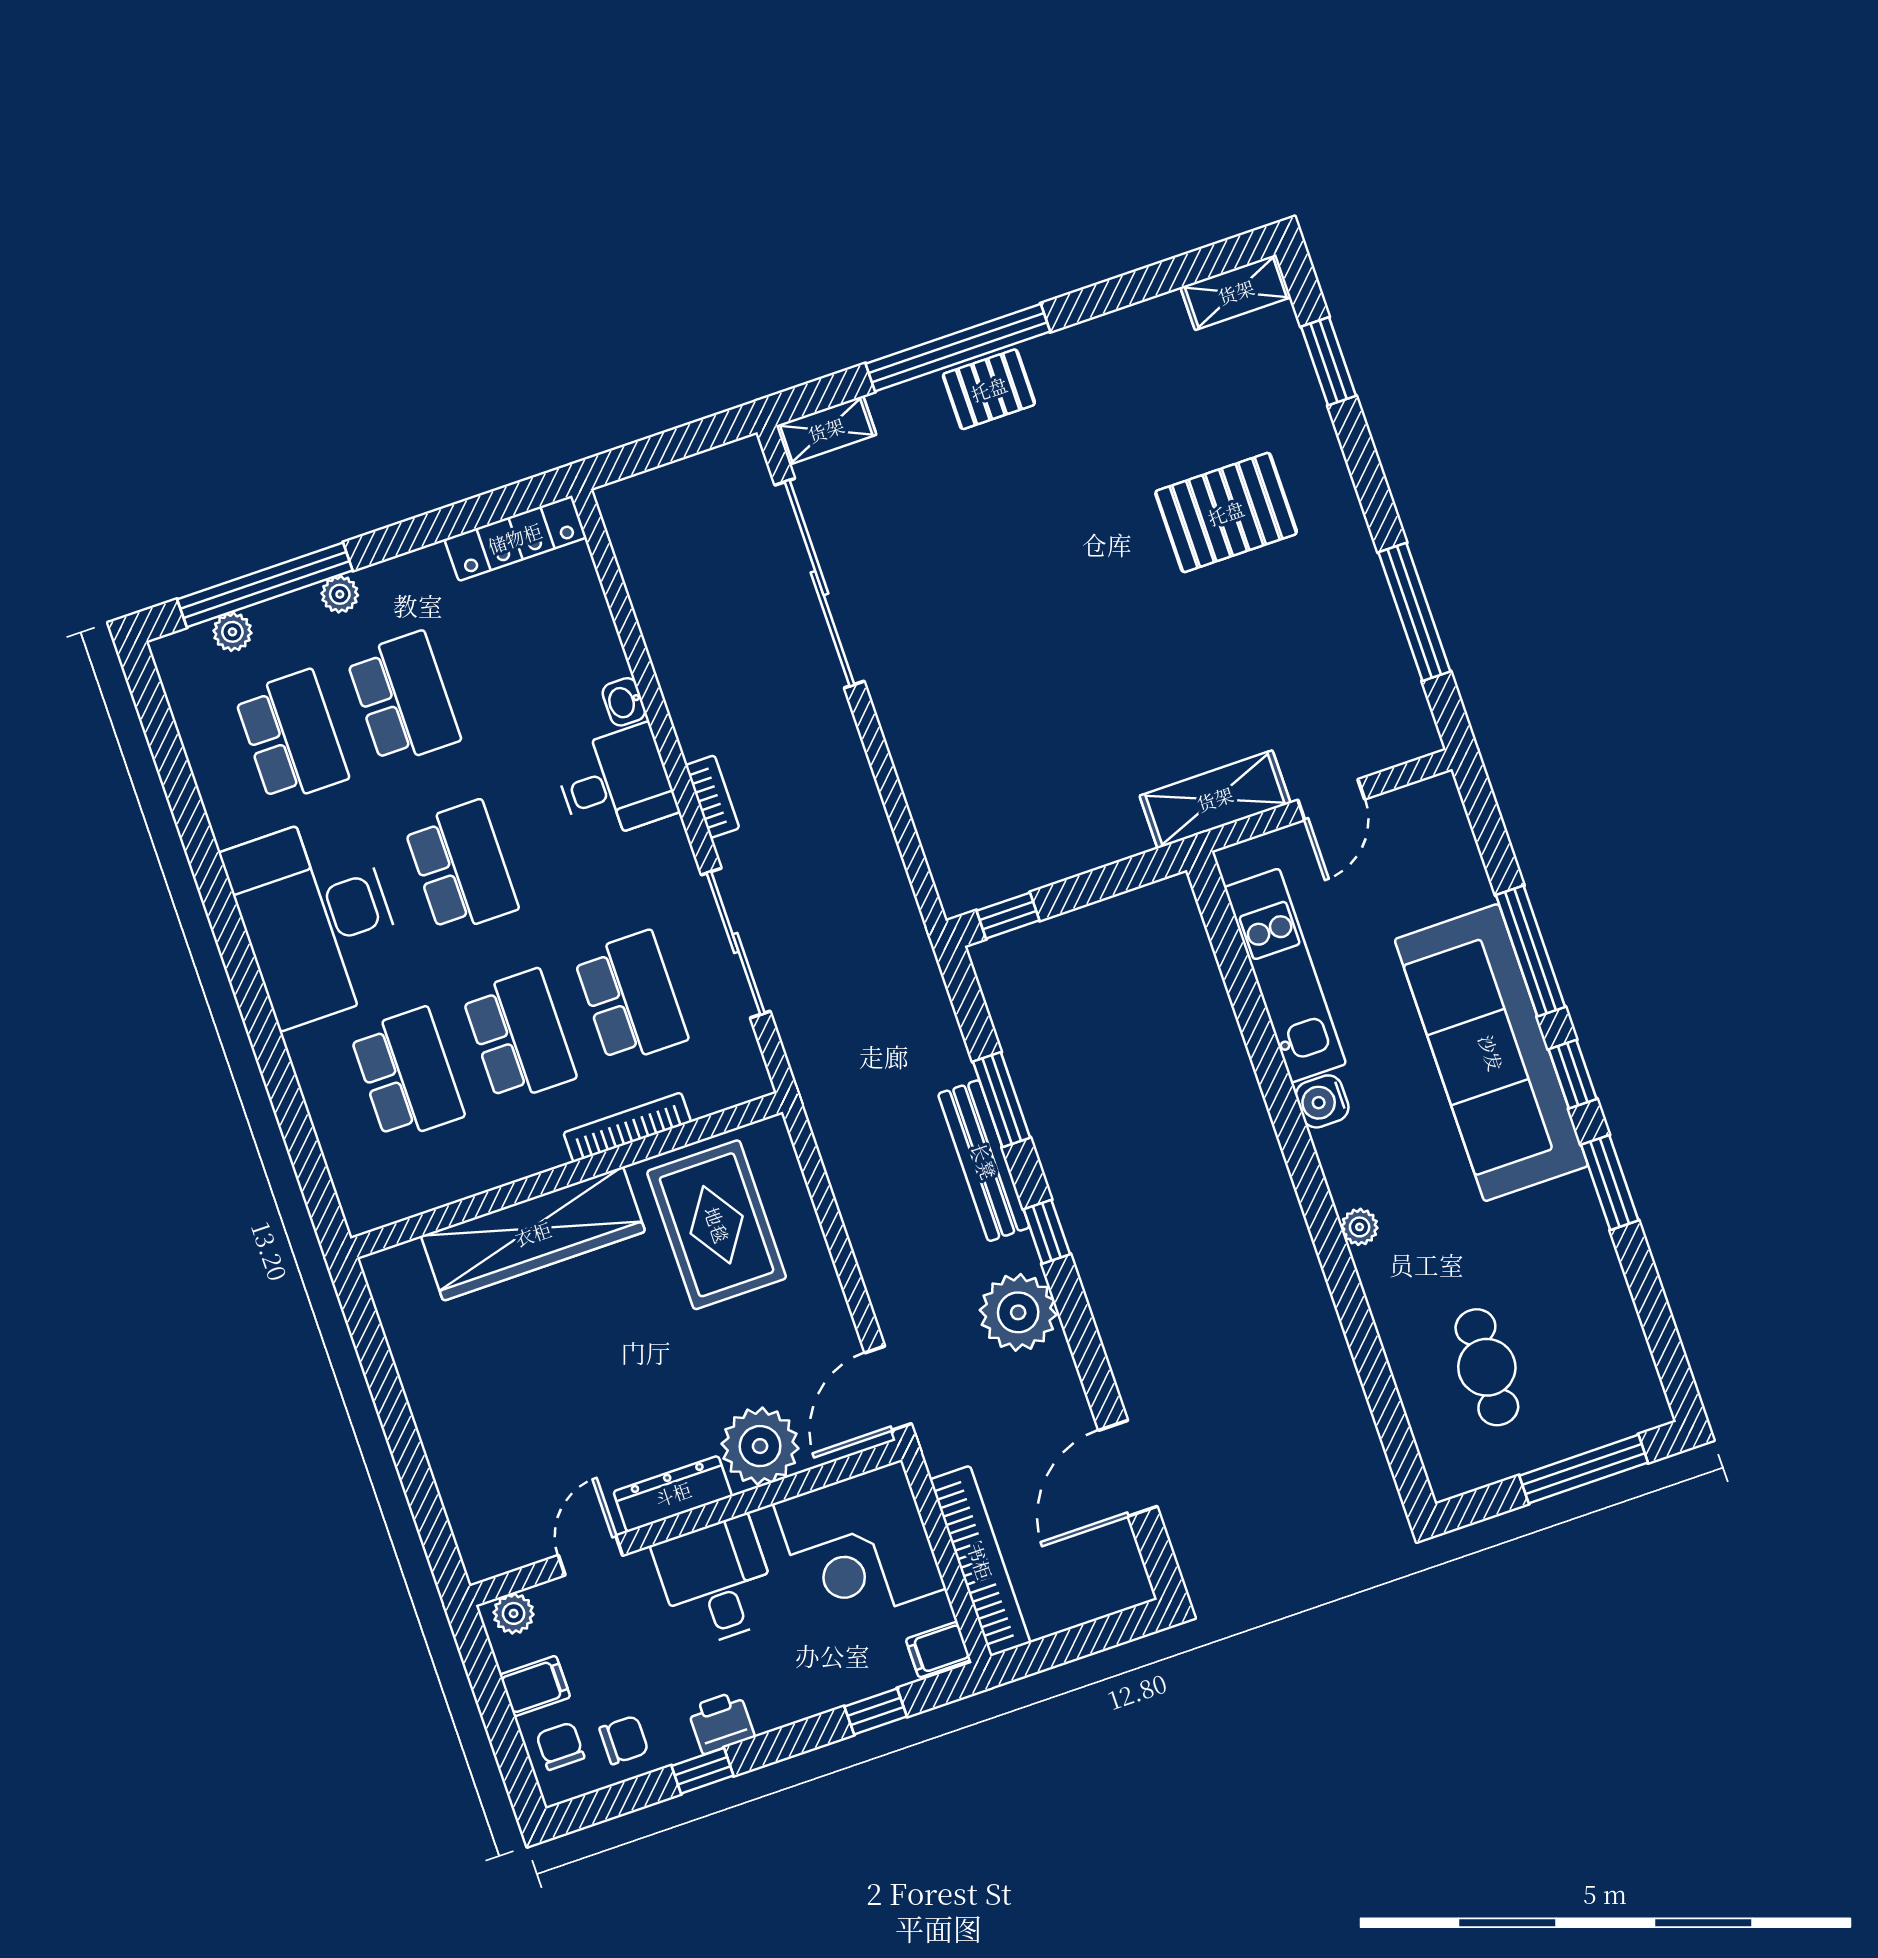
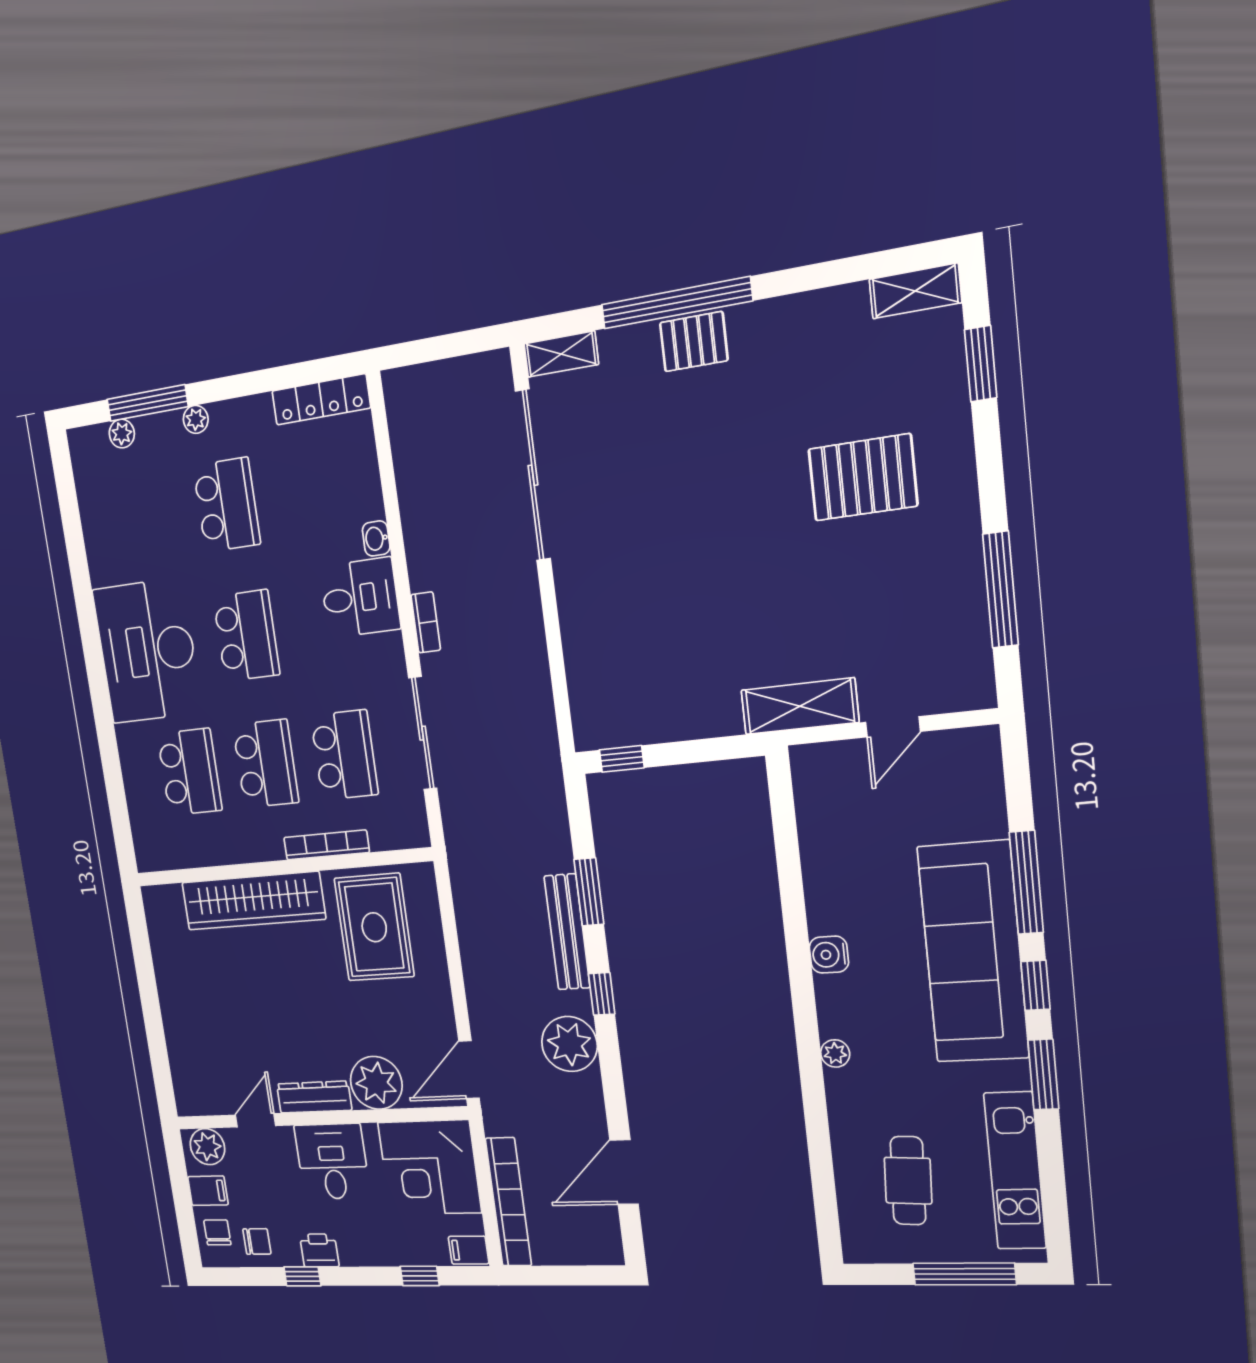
window: (265, 585) -> (147, 403), width x0.68
school desk: (292, 737) -> (150, 518), removed
kitchen unit: (1285, 976) -> (1015, 1171), moved, turned 180
plant: (514, 1613) -> (207, 1147), width x1.38, depth x1.38

